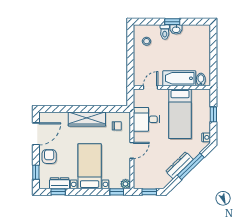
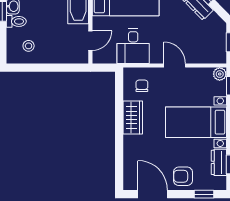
door: (150, 87) -> (90, 41), swing flipped
wardrobe: (87, 119) -> (133, 118), width x0.67

